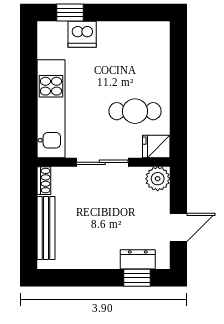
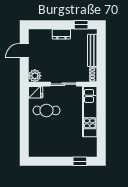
dishwasher: (82, 34) -> (74, 150), removed
dresser: (138, 259) -> (61, 34), moved
window: (137, 278) -> (81, 25), moved

